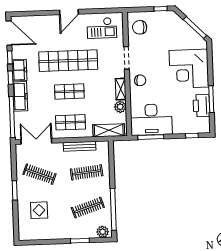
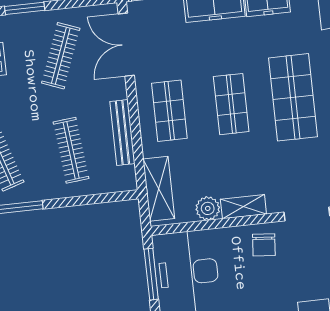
shop shelf: (68, 61) -> (293, 97), width x0.71
double door: (36, 141) -> (126, 45), swing flipped

